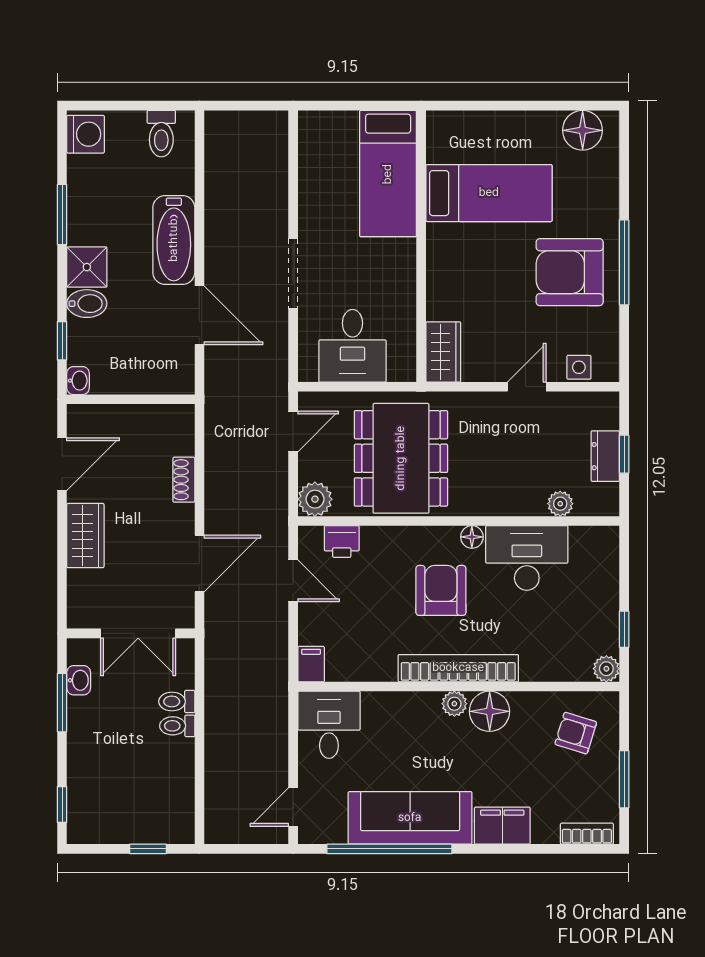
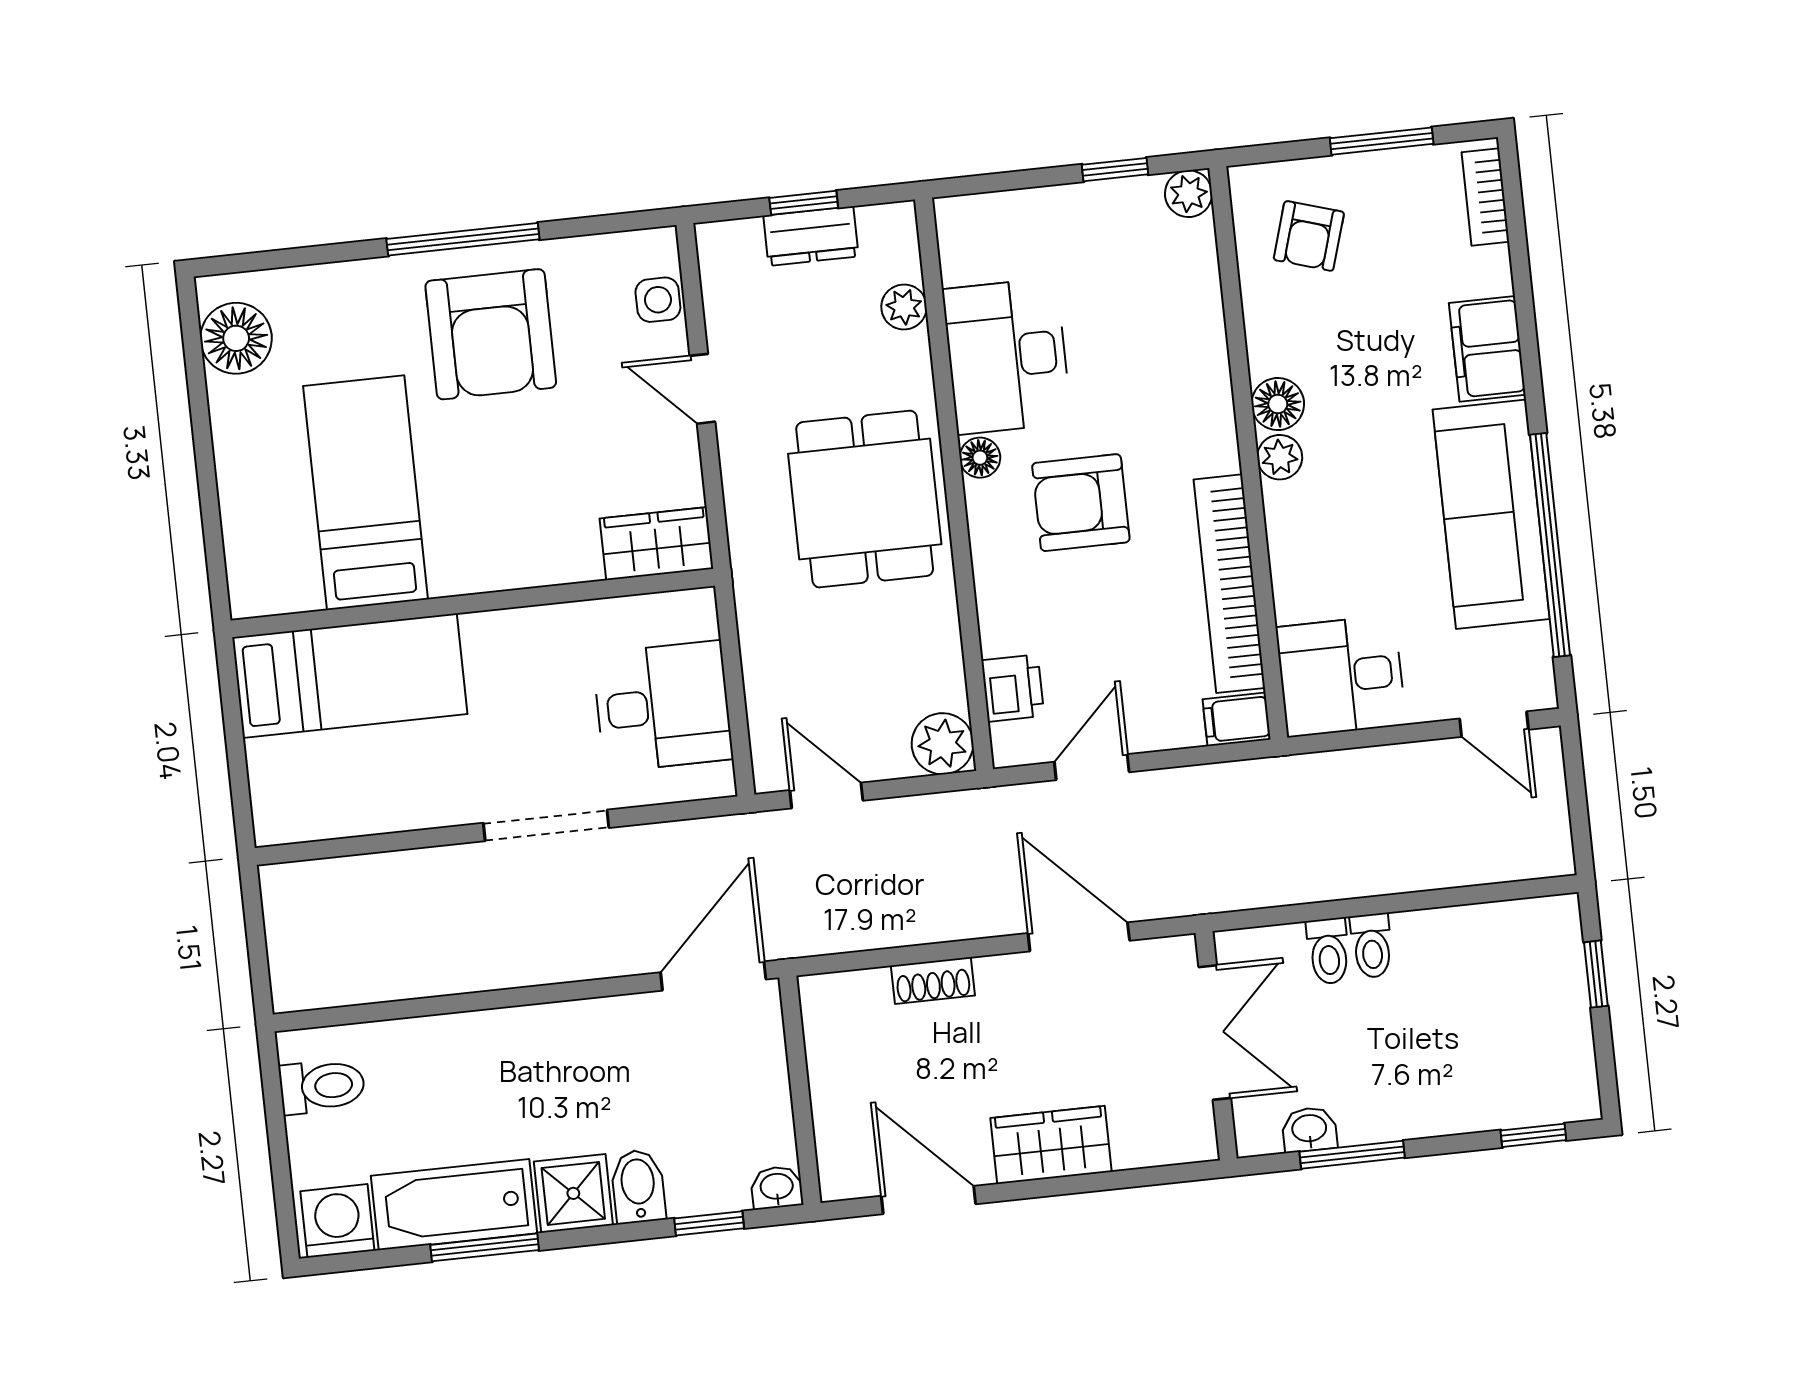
bathtub: (174, 240) -> (454, 1205), moved, turned 180
door: (199, 315) -> (713, 976), moved
dining table: (401, 458) -> (865, 499), moved, width x0.73
bookcase: (458, 668) -> (1229, 584), moved
floor lamp: (490, 711) -> (1278, 404), width x0.73, depth x0.73

